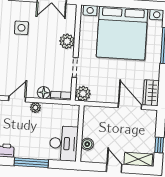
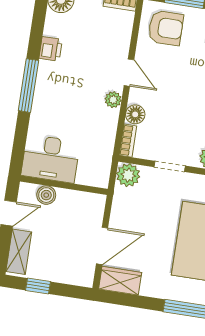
wall: (80, 133) -> (64, 185), moved
desk: (64, 143) -> (51, 159), moved
boiler: (87, 144) -> (46, 195), moved

